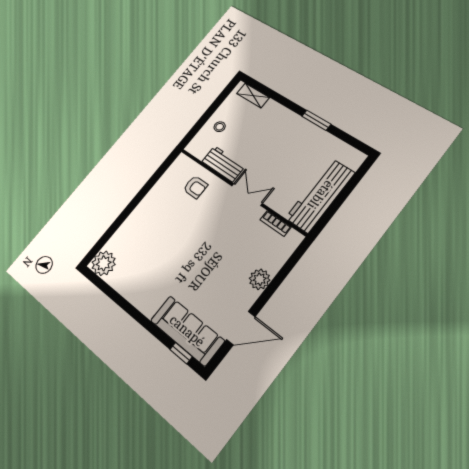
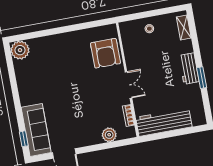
workbench: (223, 164) -> (189, 69), moved, turned 180
armchair: (195, 187) -> (105, 53), width x1.88, depth x1.88
plant: (260, 279) -> (109, 135), moved

